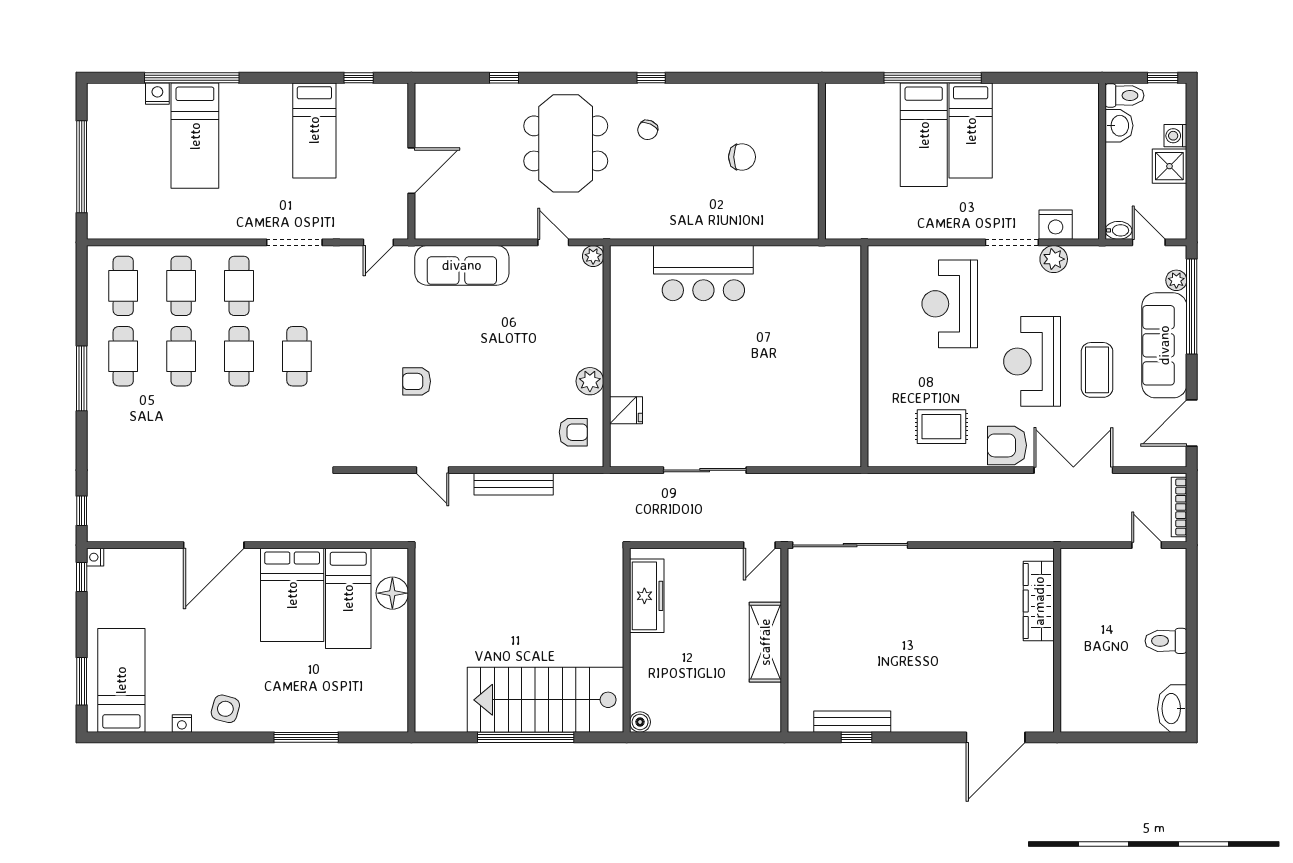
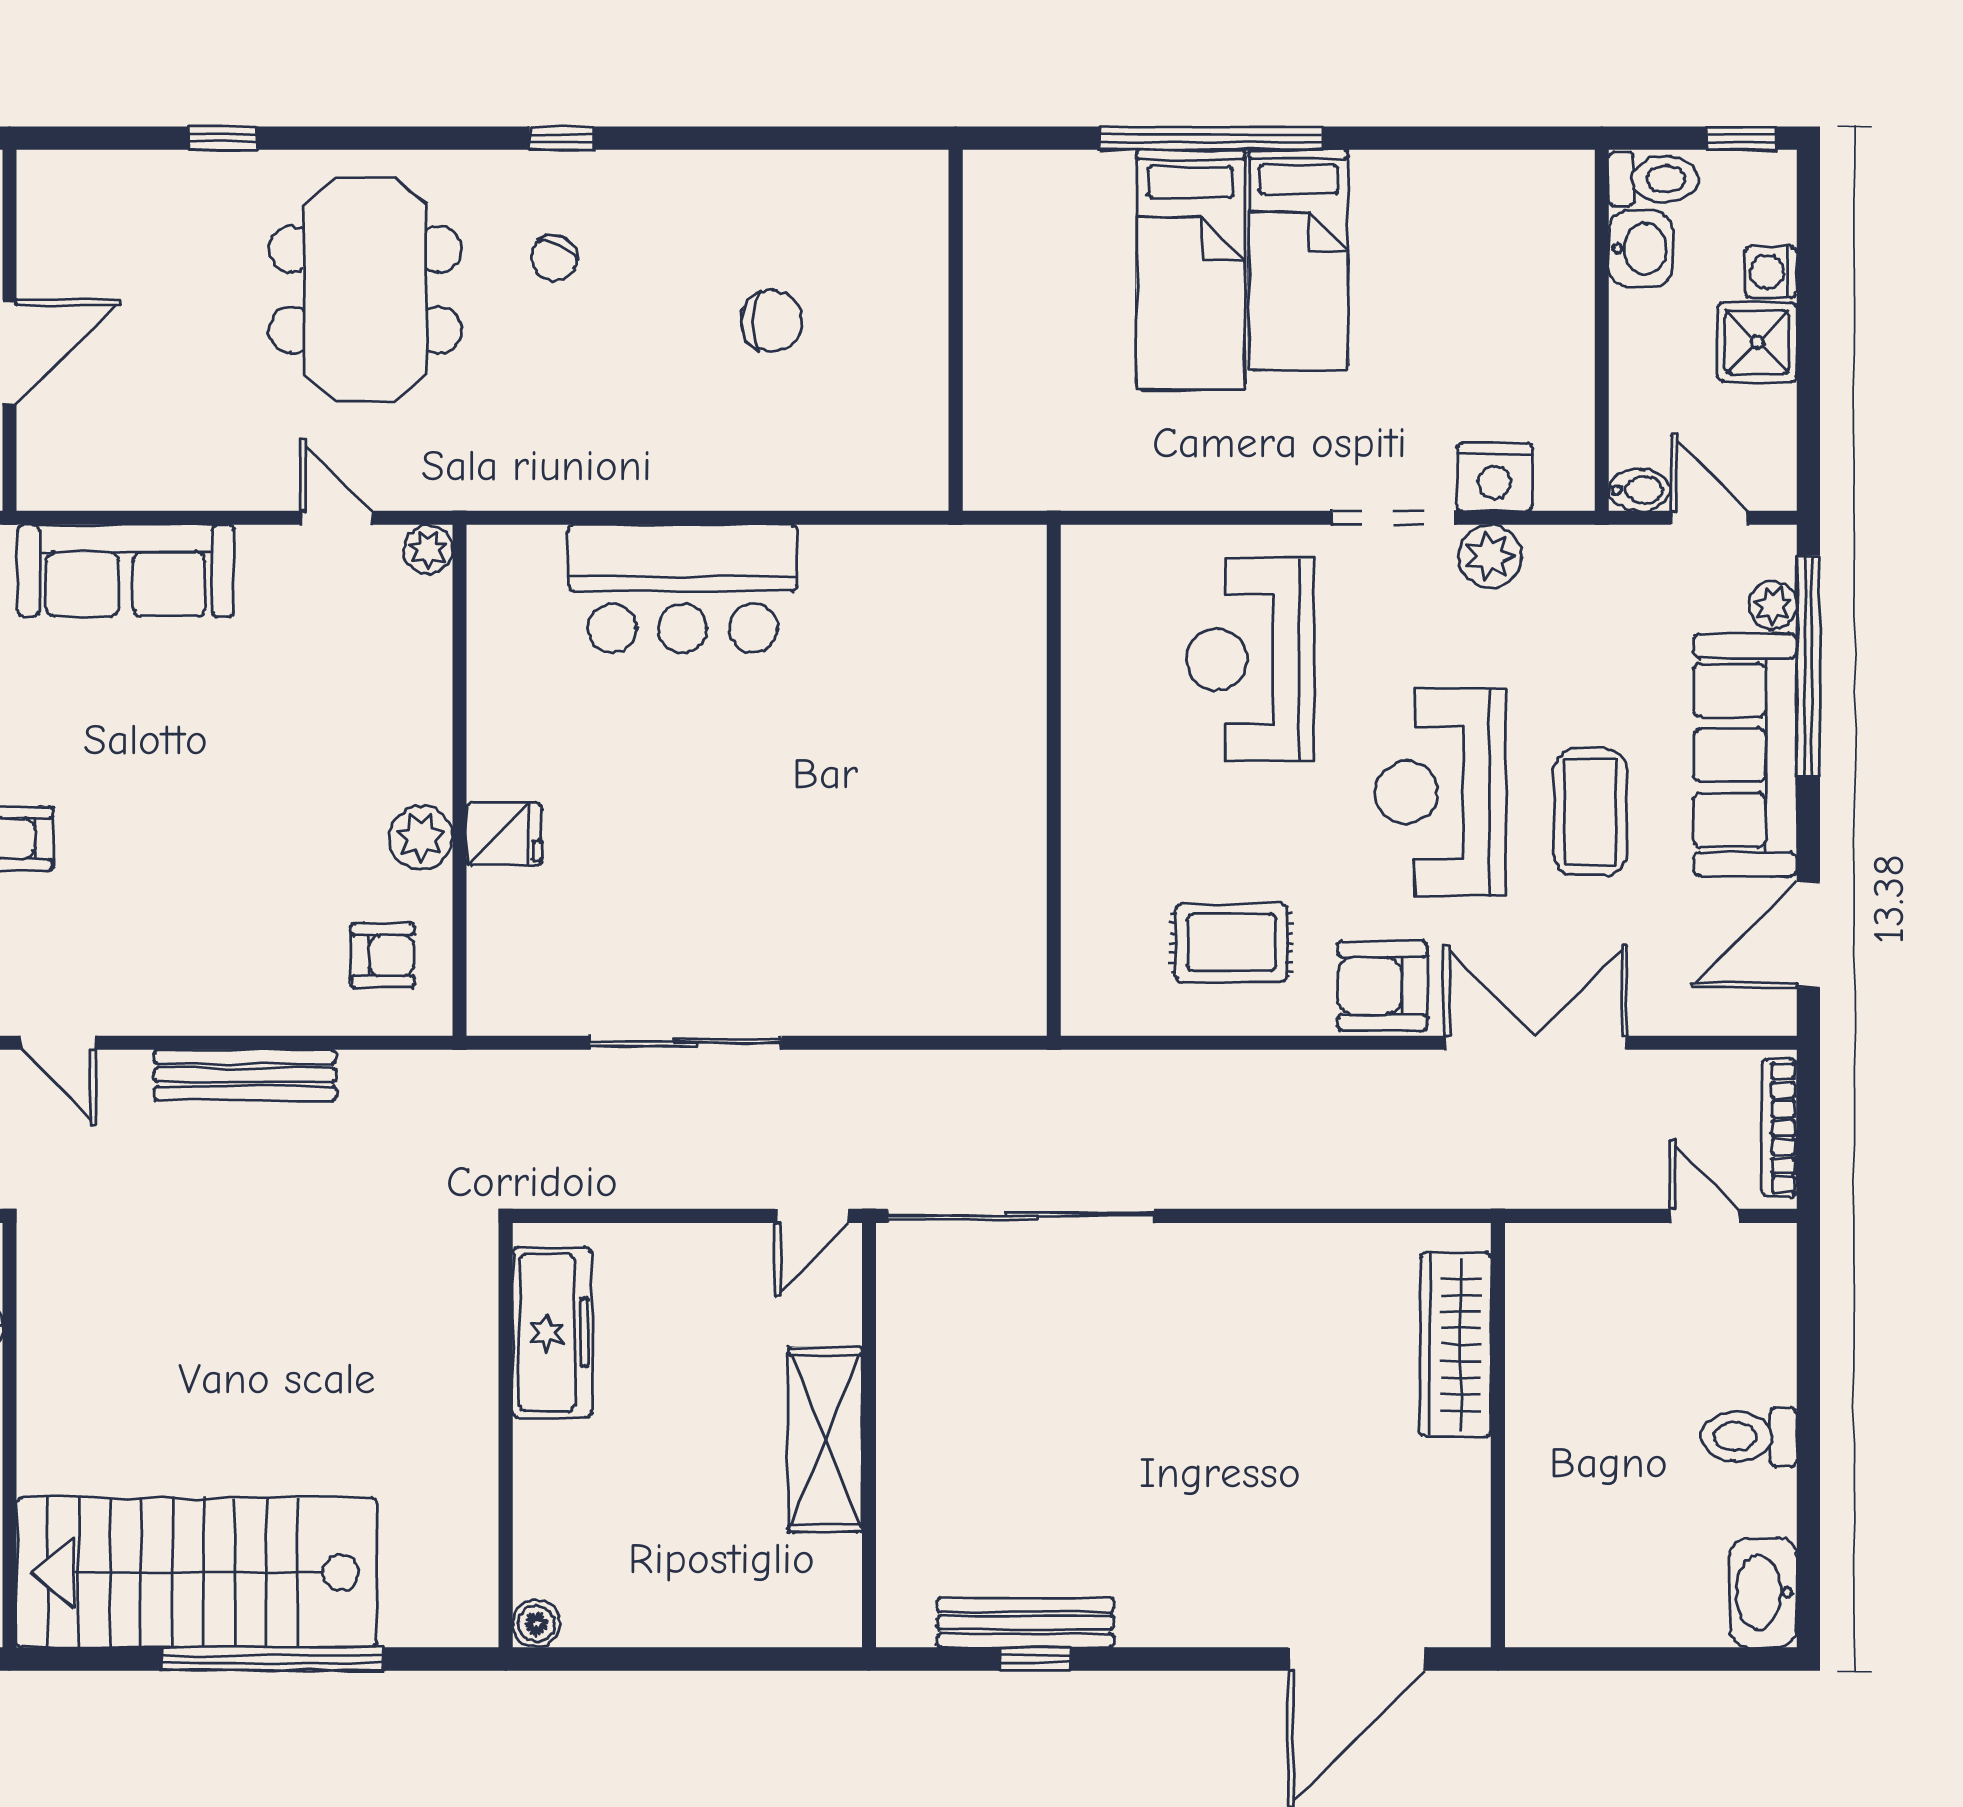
fridge: (626, 410) -> (504, 834), moved
stairs: (546, 700) -> (197, 1572), moved

